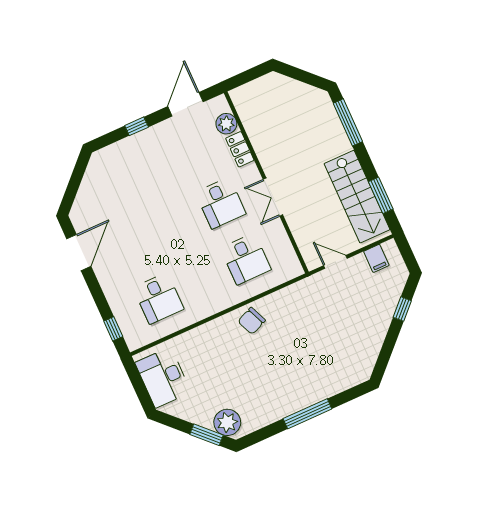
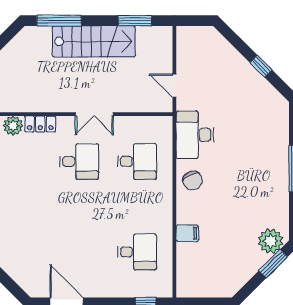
stairs: (357, 197) -> (94, 41), moved
filing cabinet: (376, 258) -> (187, 233), moved
door: (335, 262) -> (174, 86), hinge flipped
window: (402, 309) -> (261, 66), moved
desk: (163, 377) -> (195, 135), moved, turned 90

